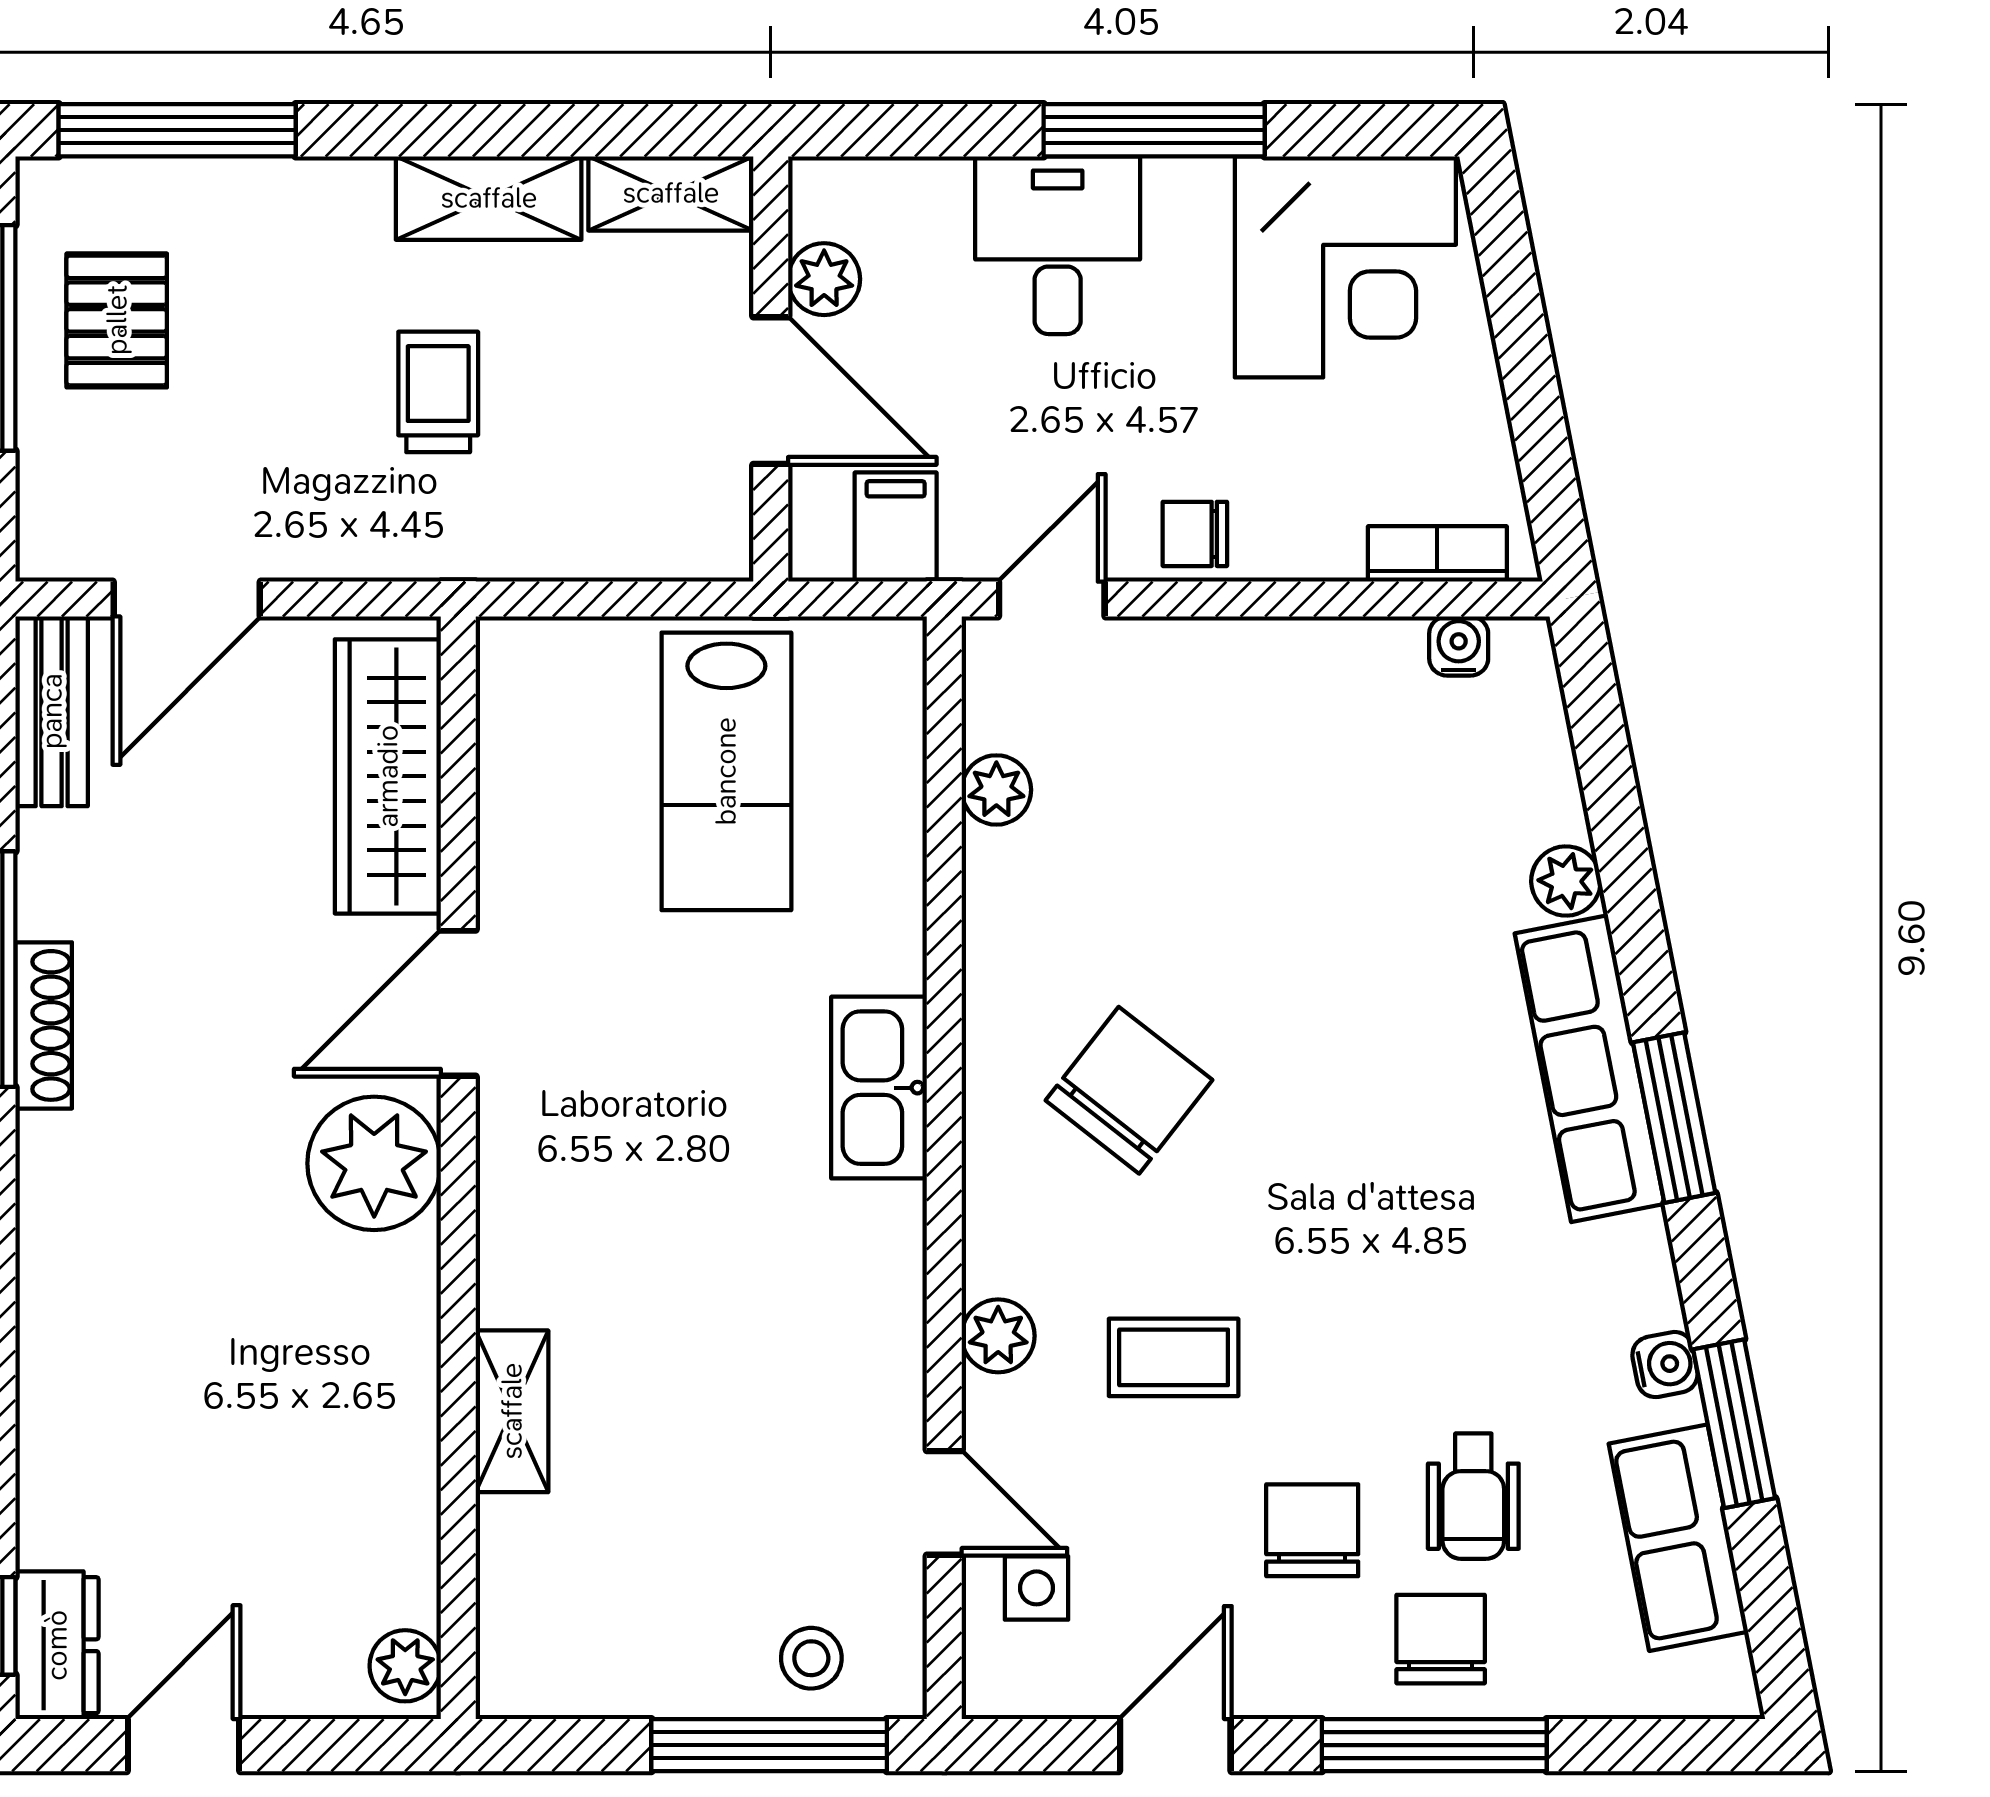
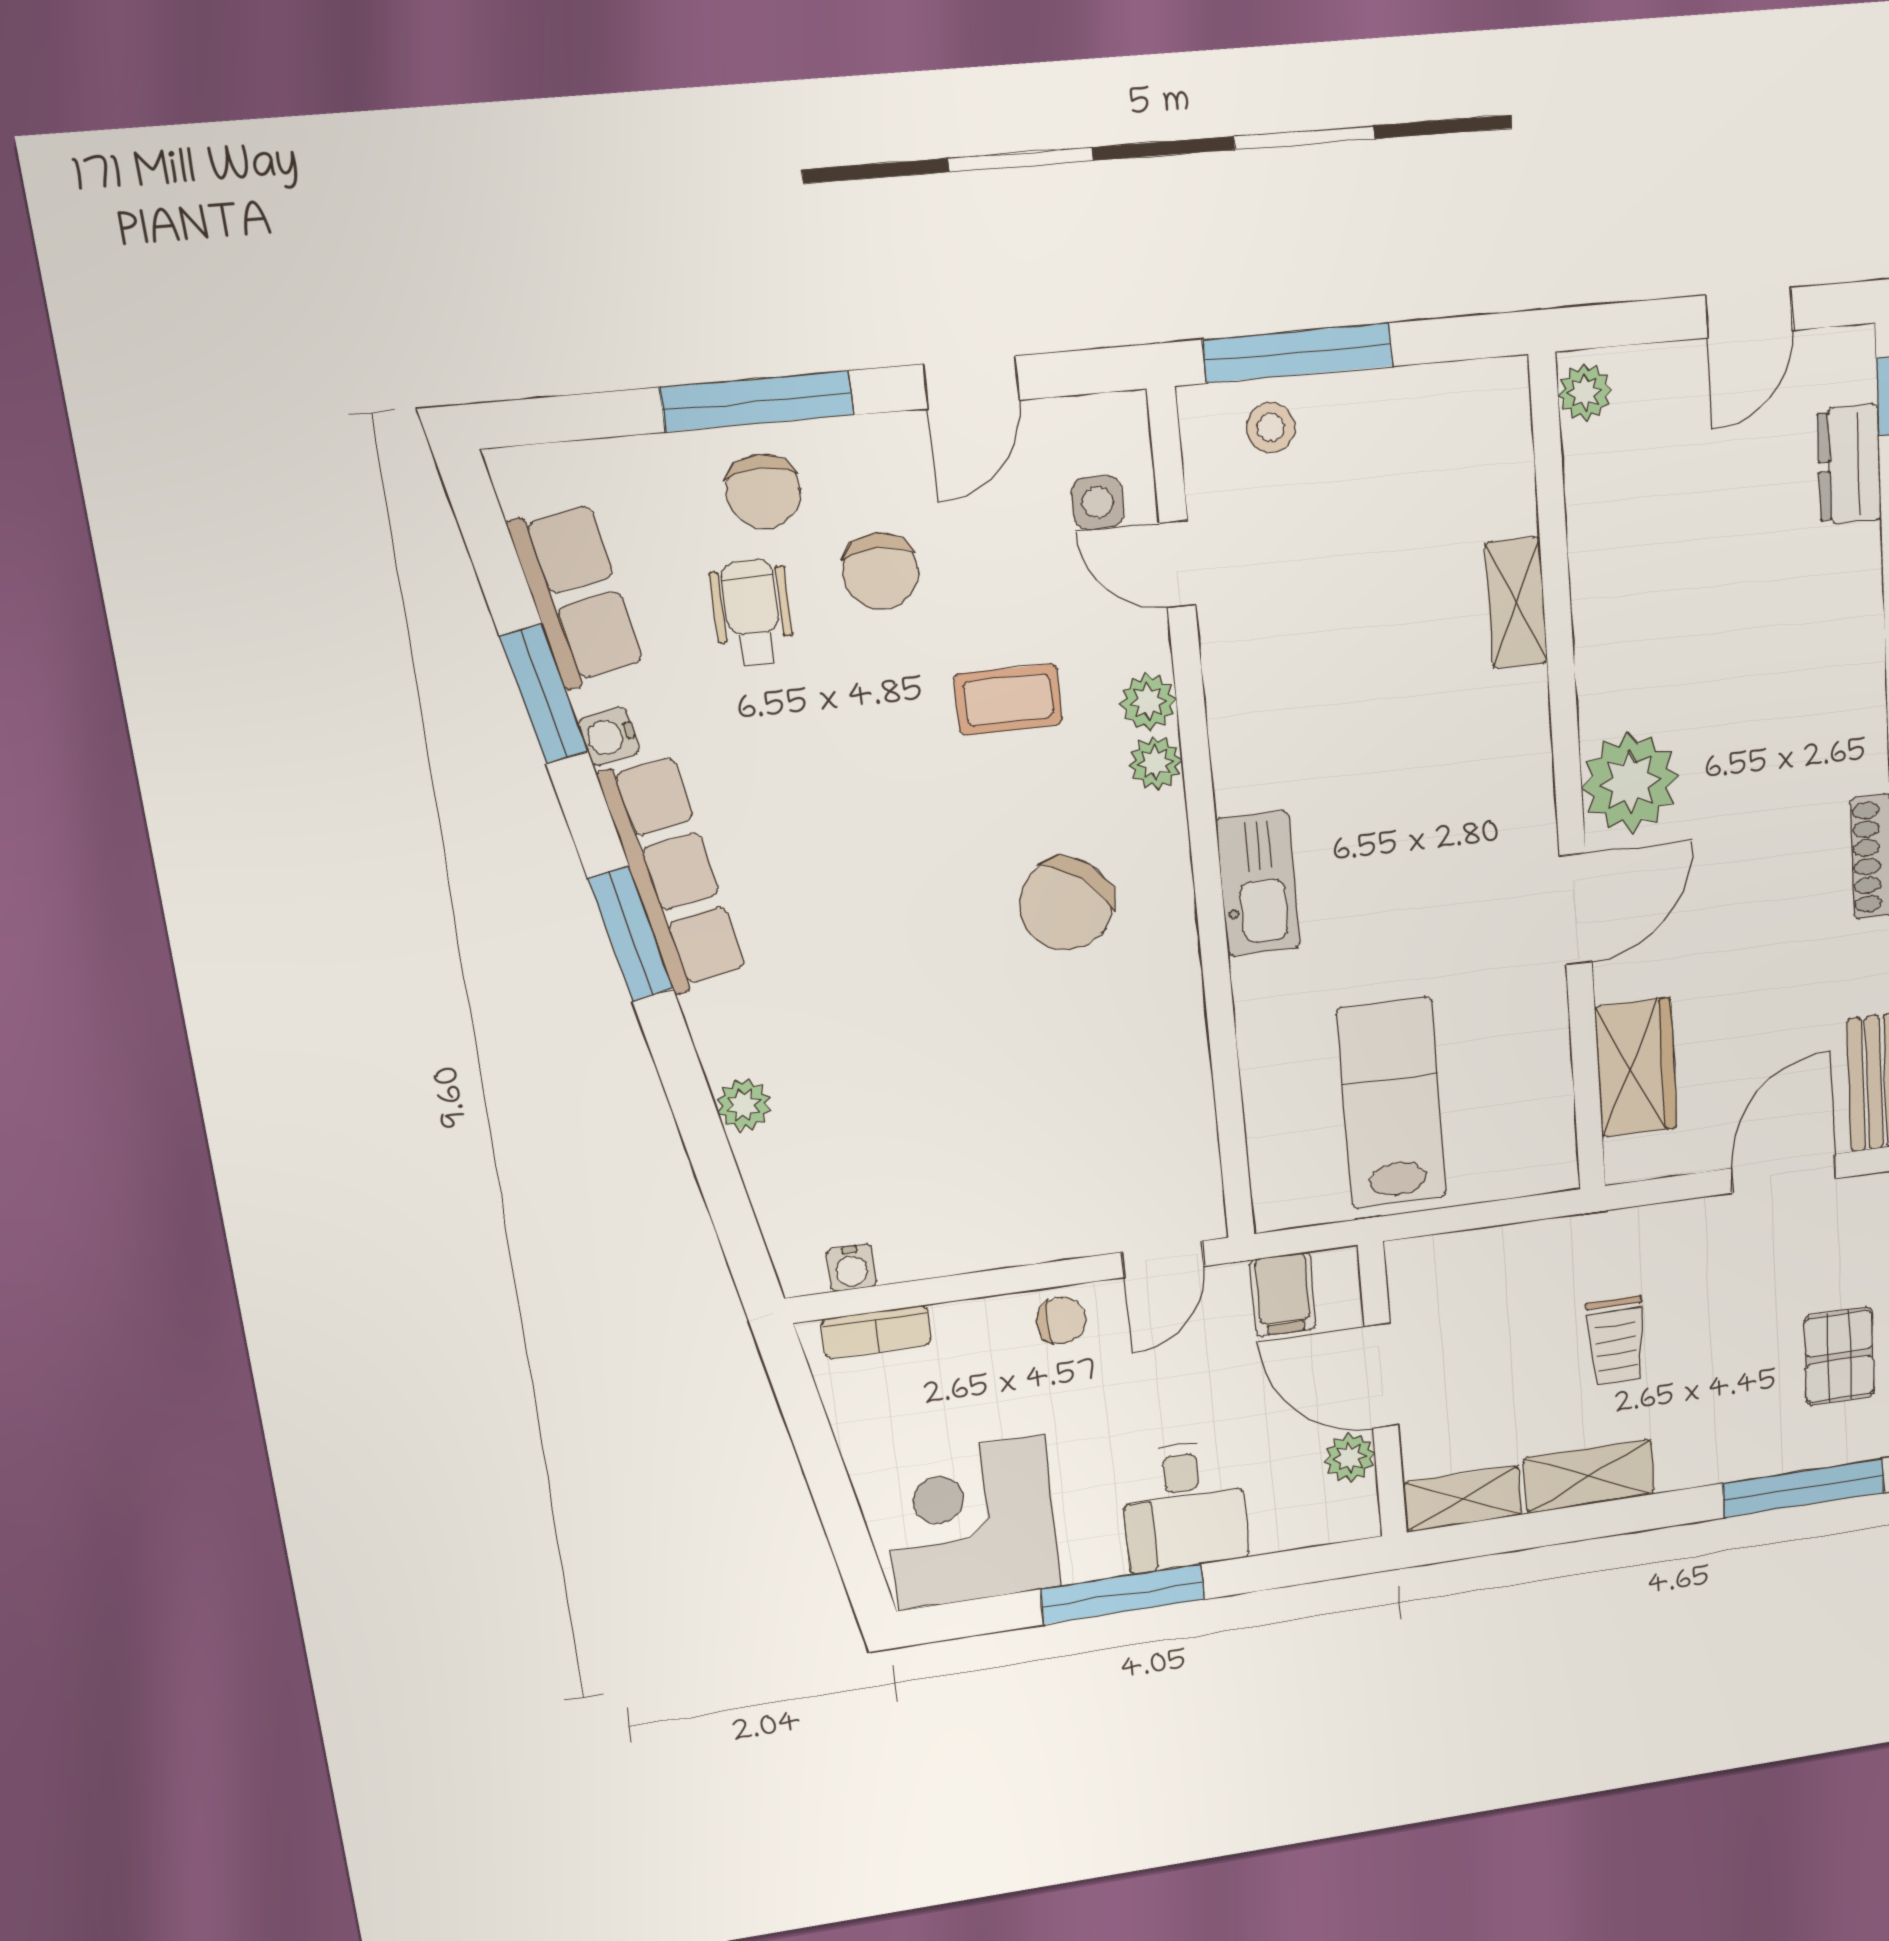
wardrobe: (388, 776) -> (1636, 1068), width x0.67
plant: (996, 790) -> (1156, 763), moved
row of seats: (1590, 1069) -> (673, 874), moved
dresser: (57, 1645) -> (1849, 465), moved

